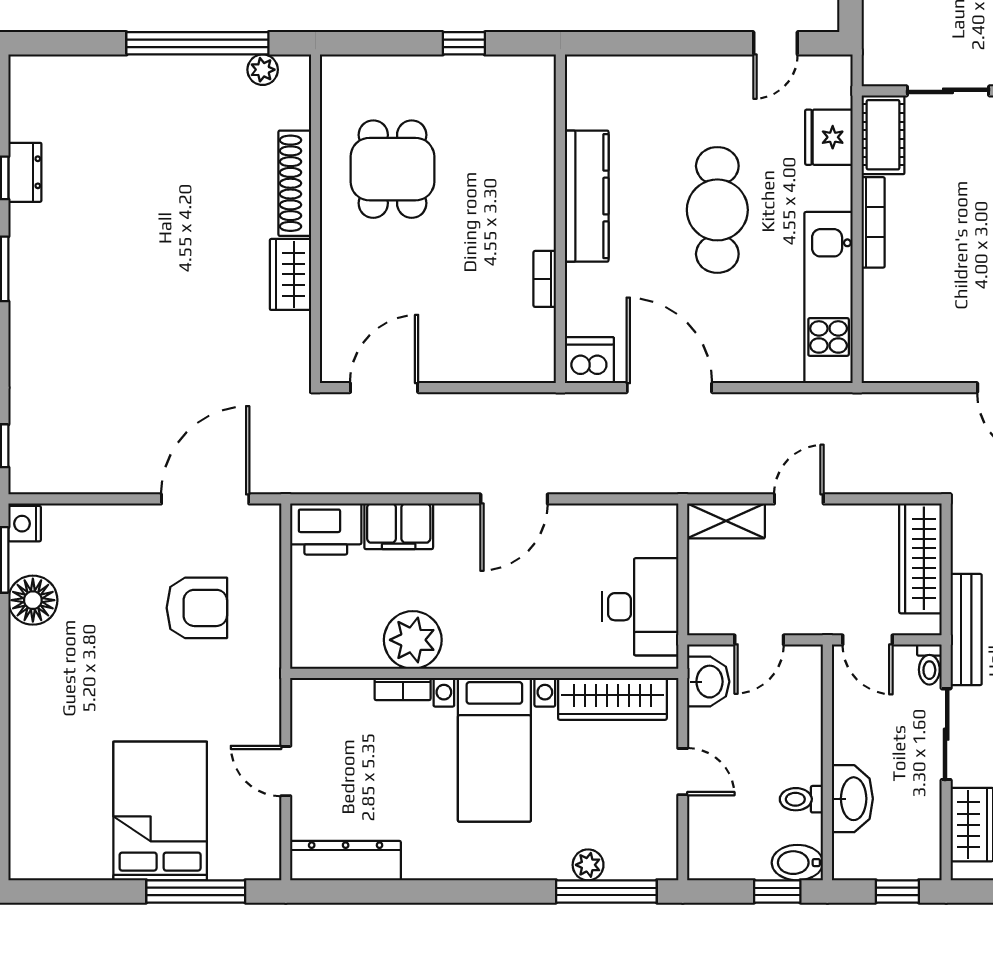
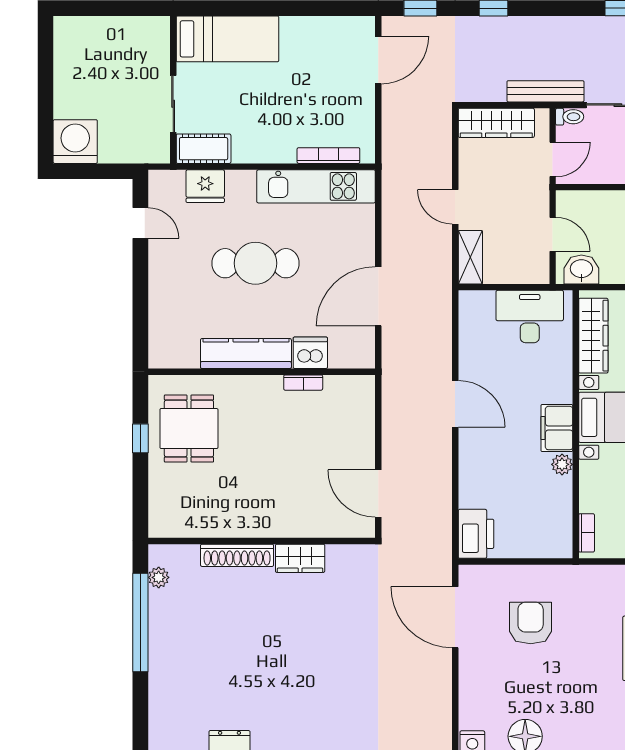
dining table: (392, 169) -> (189, 429), moved, turned 90
bookcase: (873, 222) -> (328, 156), moved
dishwasher: (589, 360) -> (310, 353), moved, turned 90
filing cabinet: (399, 526) -> (557, 428), moved, turned 180
plant: (413, 640) -> (562, 464), width x0.53, depth x0.53
bookcase: (403, 689) -> (587, 533), moved

